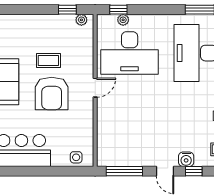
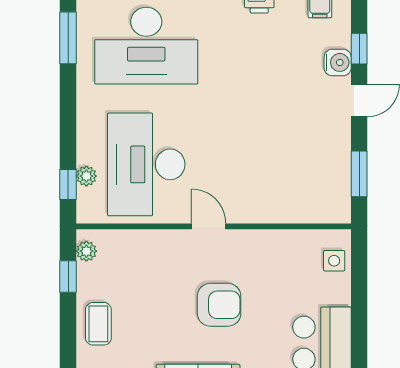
desk: (130, 53) -> (146, 164), turned 180
coffee table: (48, 61) -> (98, 324), moved
armchair: (52, 93) -> (219, 305), width x0.73, depth x0.73
window: (124, 171) -> (359, 174), width x0.69

